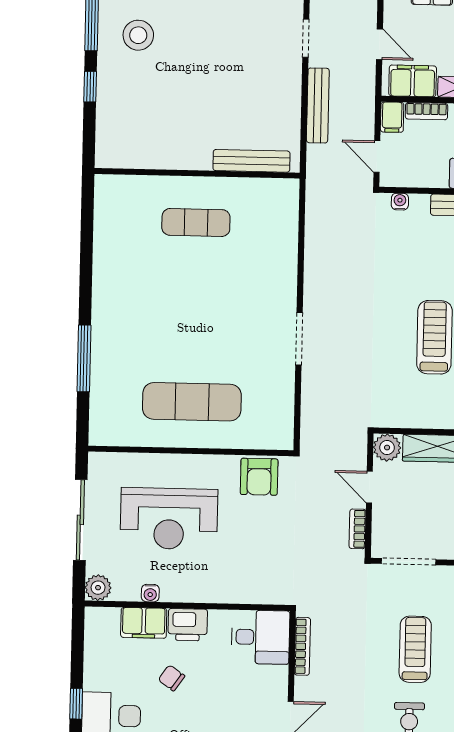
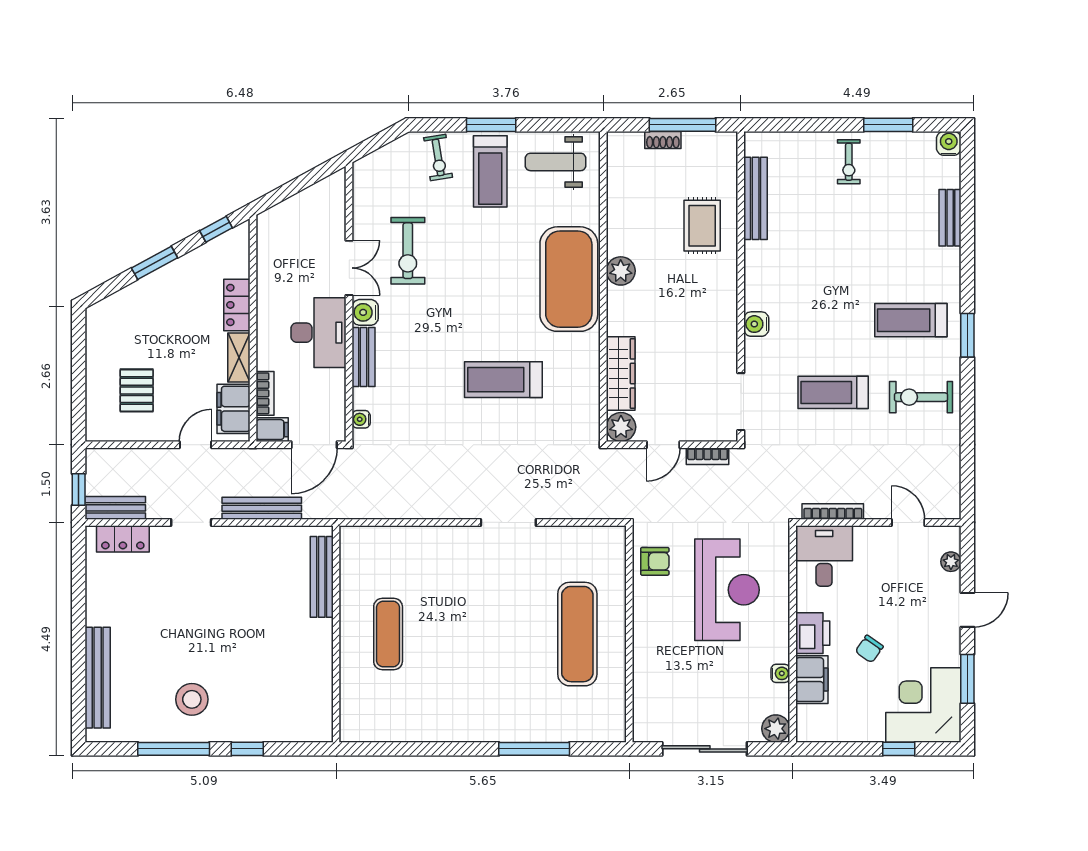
door: (377, 157) -> (314, 445), width x1.38
armchair: (259, 477) -> (655, 561), width x0.72, depth x0.72
reception desk: (169, 519) -> (727, 590), moved

